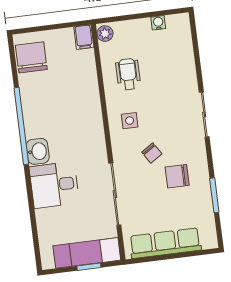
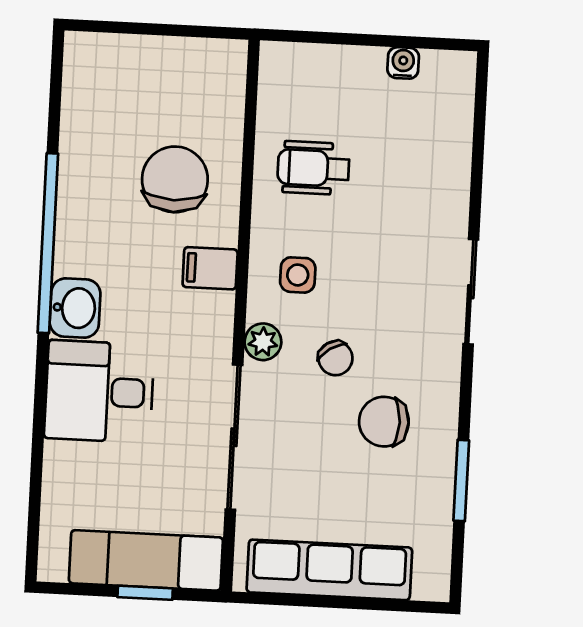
plant: (105, 34) -> (263, 342), moved
filing cabinet: (84, 37) -> (210, 268), moved, turned 90
chair: (31, 57) -> (175, 179), moved
wheelchair: (128, 74) -> (313, 168), turned -90

